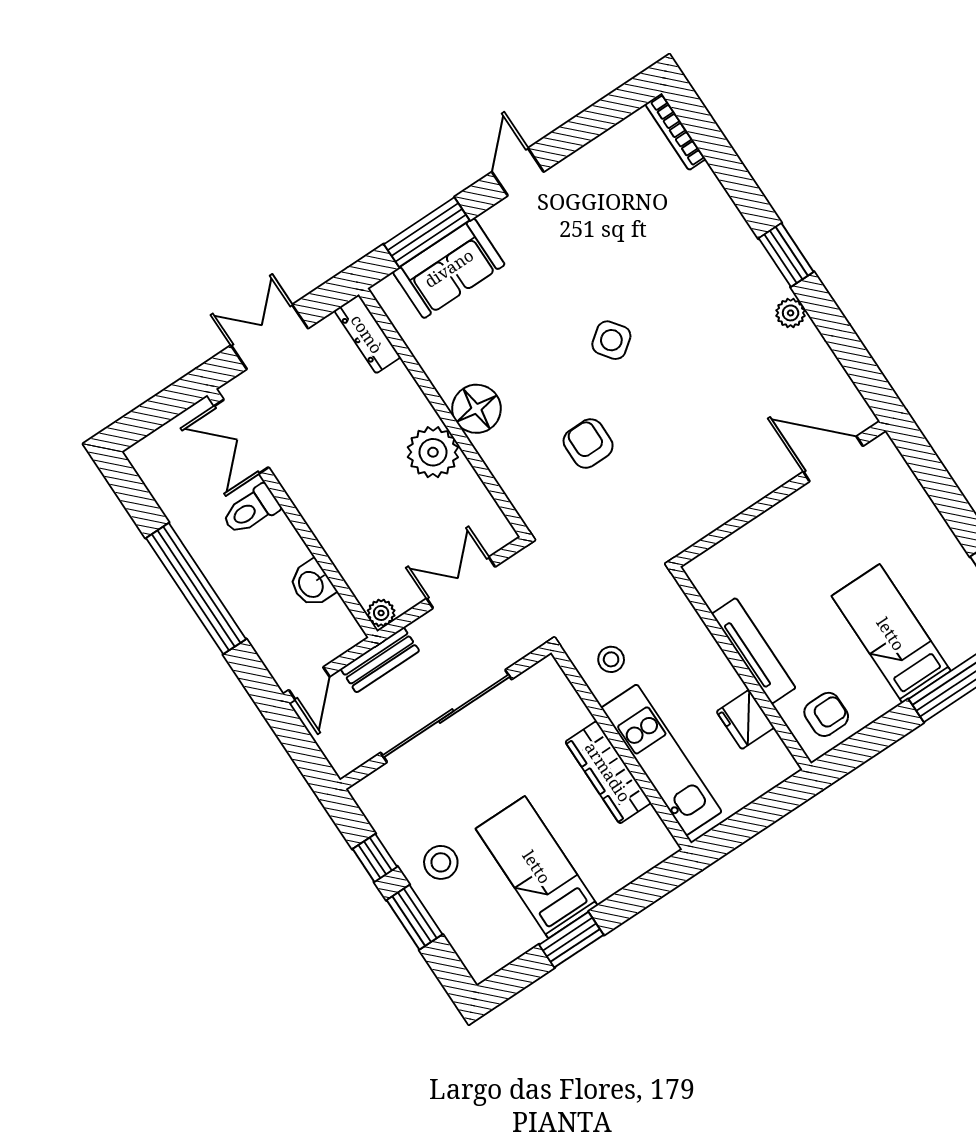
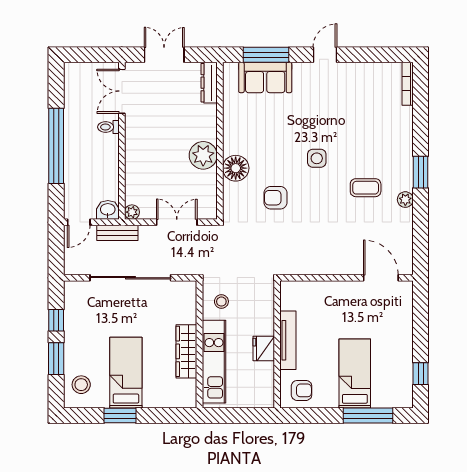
coffee table: (717, 335) -> (366, 188), added
side table: (611, 340) -> (317, 158), turned 37
floor lamp: (476, 409) -> (236, 168), moved
armchair: (588, 443) -> (275, 198), turned -90
toilet: (251, 510) -> (108, 127), width x0.73, depth x0.72
washbasin: (312, 584) -> (108, 210), moved, turned 90
fridge: (745, 720) -> (264, 349), moved
stool: (441, 862) -> (81, 385), moved

